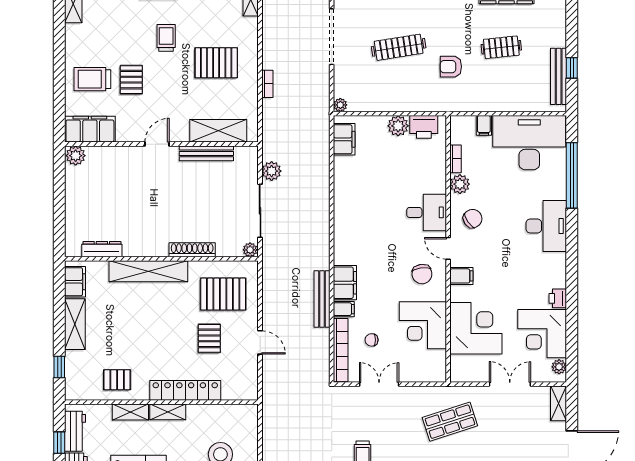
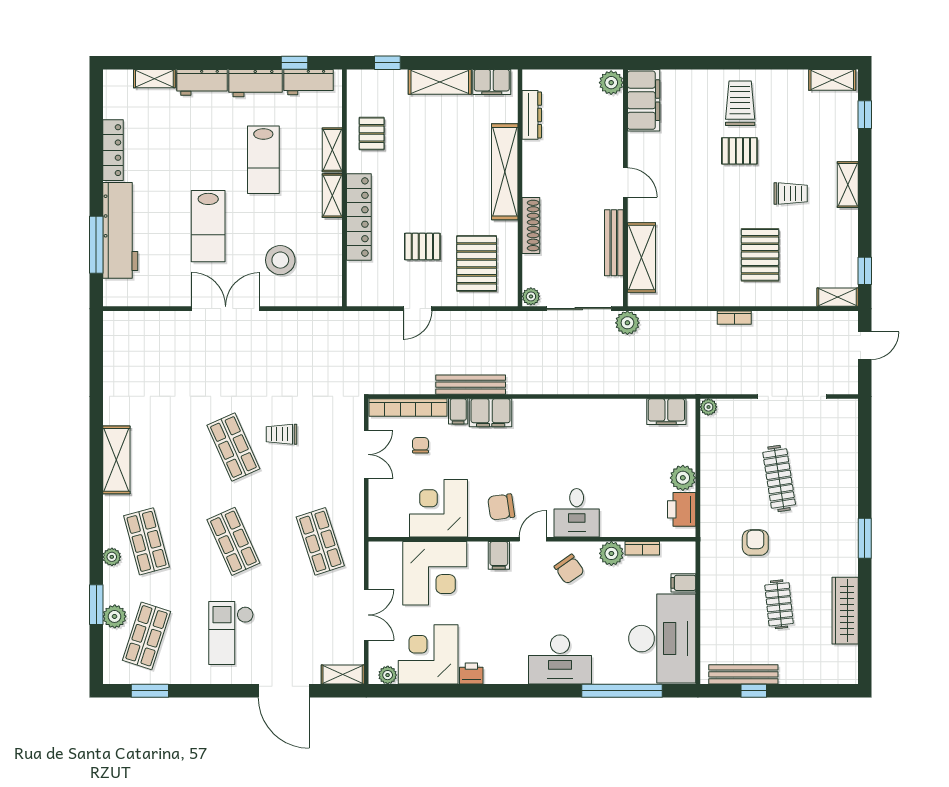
filing cabinet: (90, 129) -> (644, 100), moved
shelving: (218, 131) -> (642, 258), moved
door: (157, 144) -> (625, 182), moved
wall: (161, 144) -> (625, 188), moved
bench: (206, 153) -> (614, 243), moved
plant: (76, 156) -> (611, 83), moved

